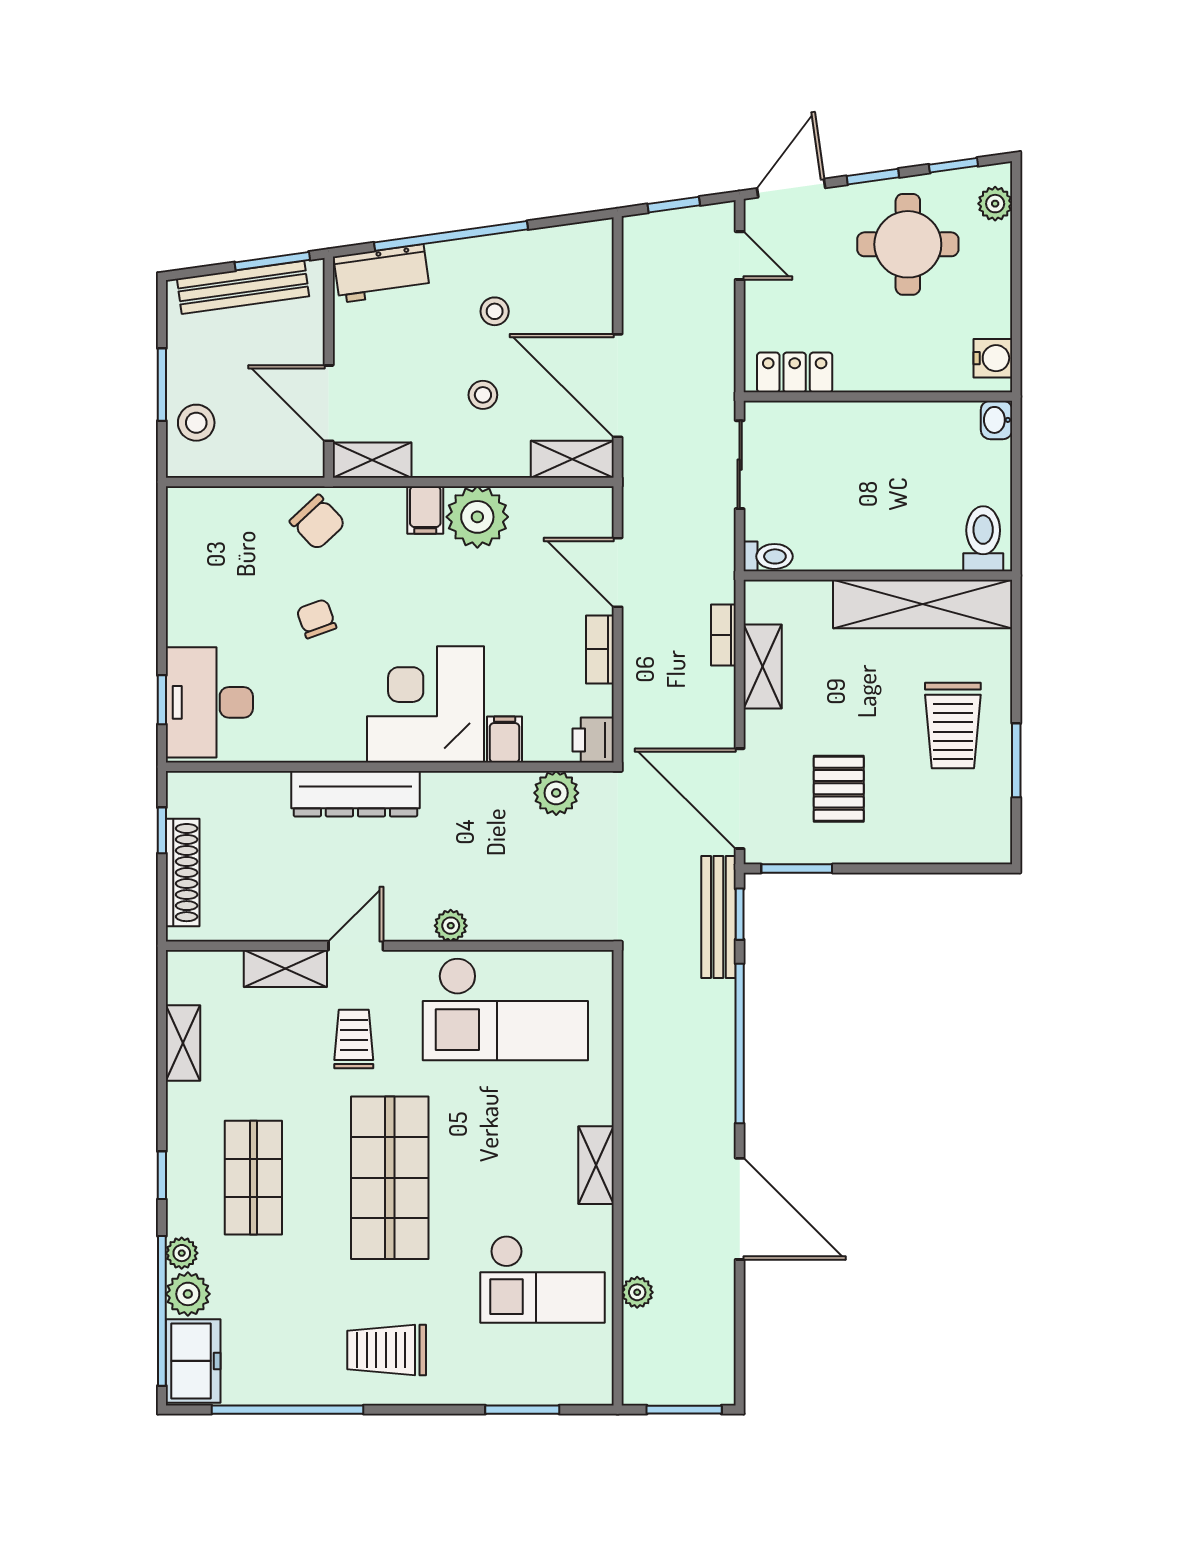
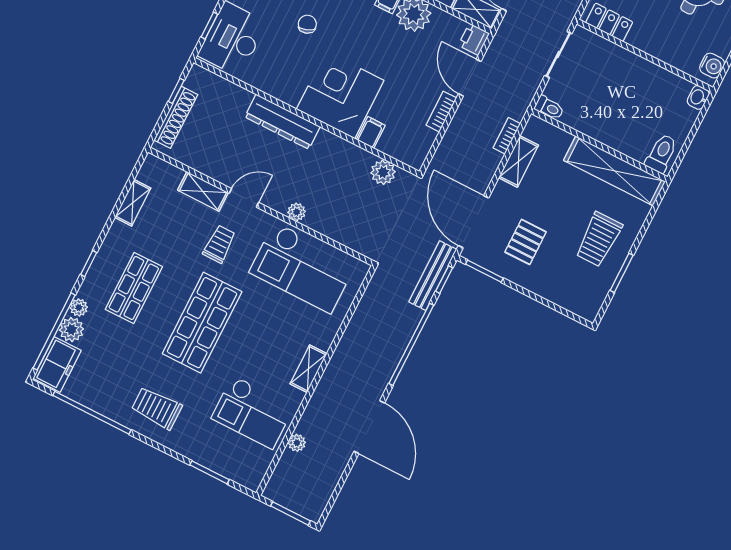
printer: (593, 740) -> (474, 39), moved

